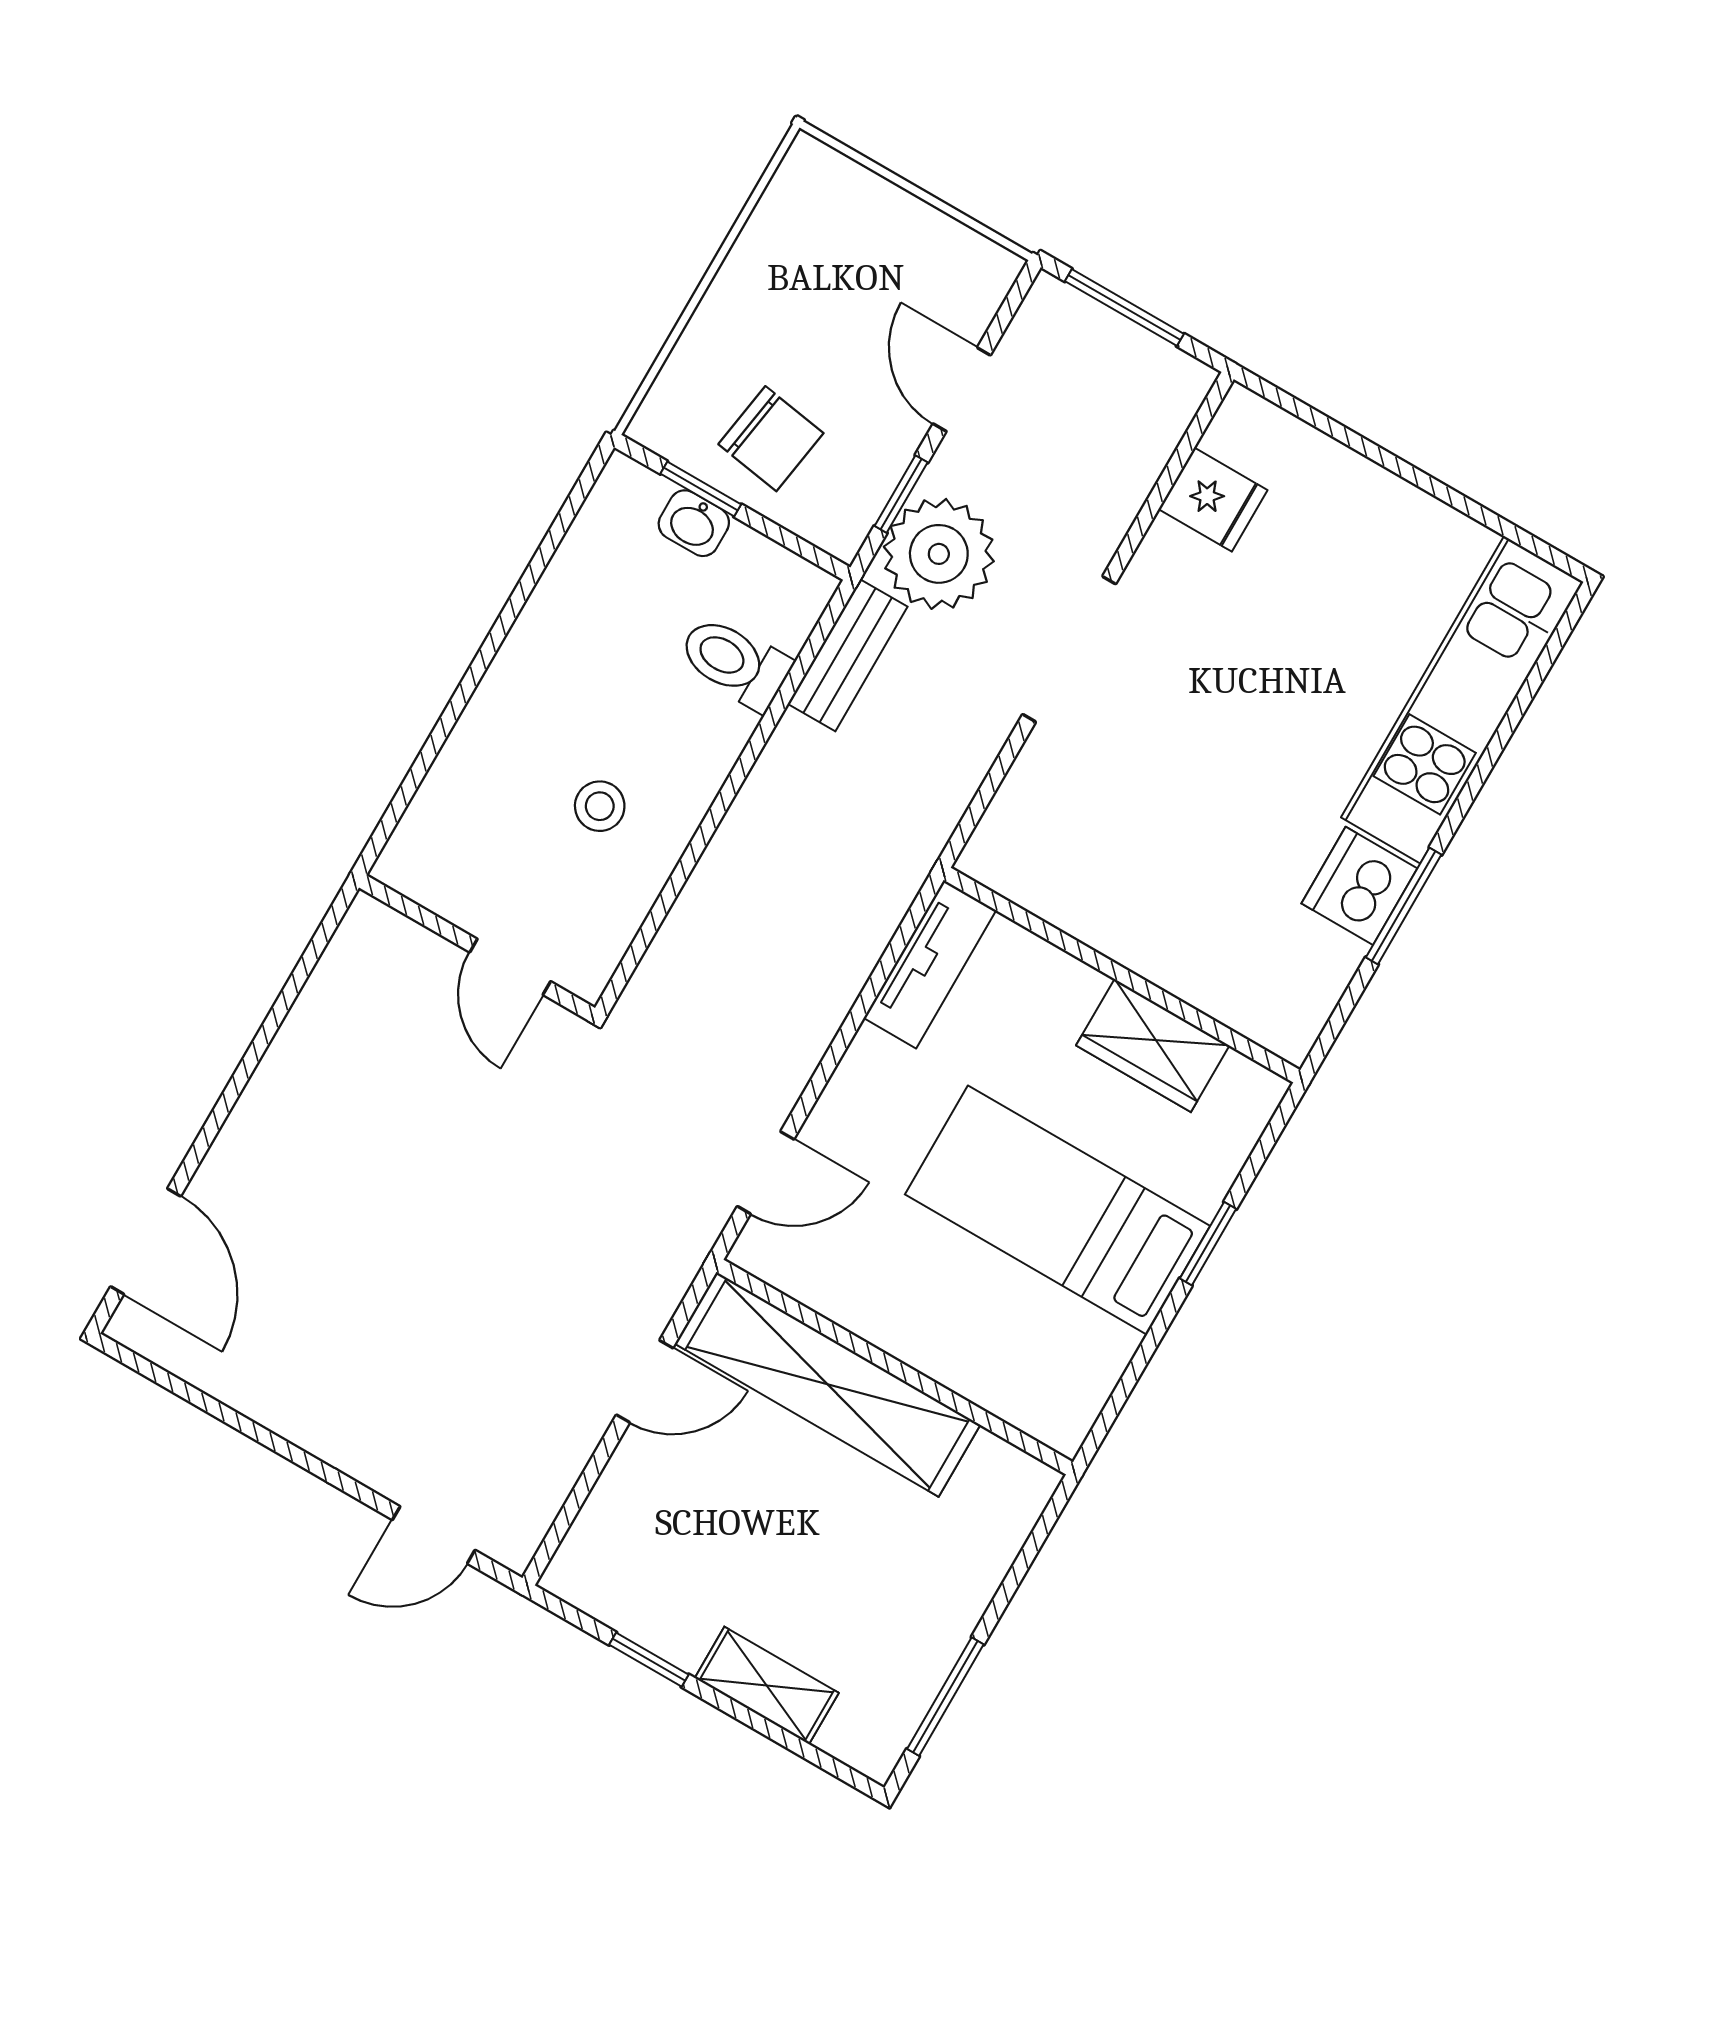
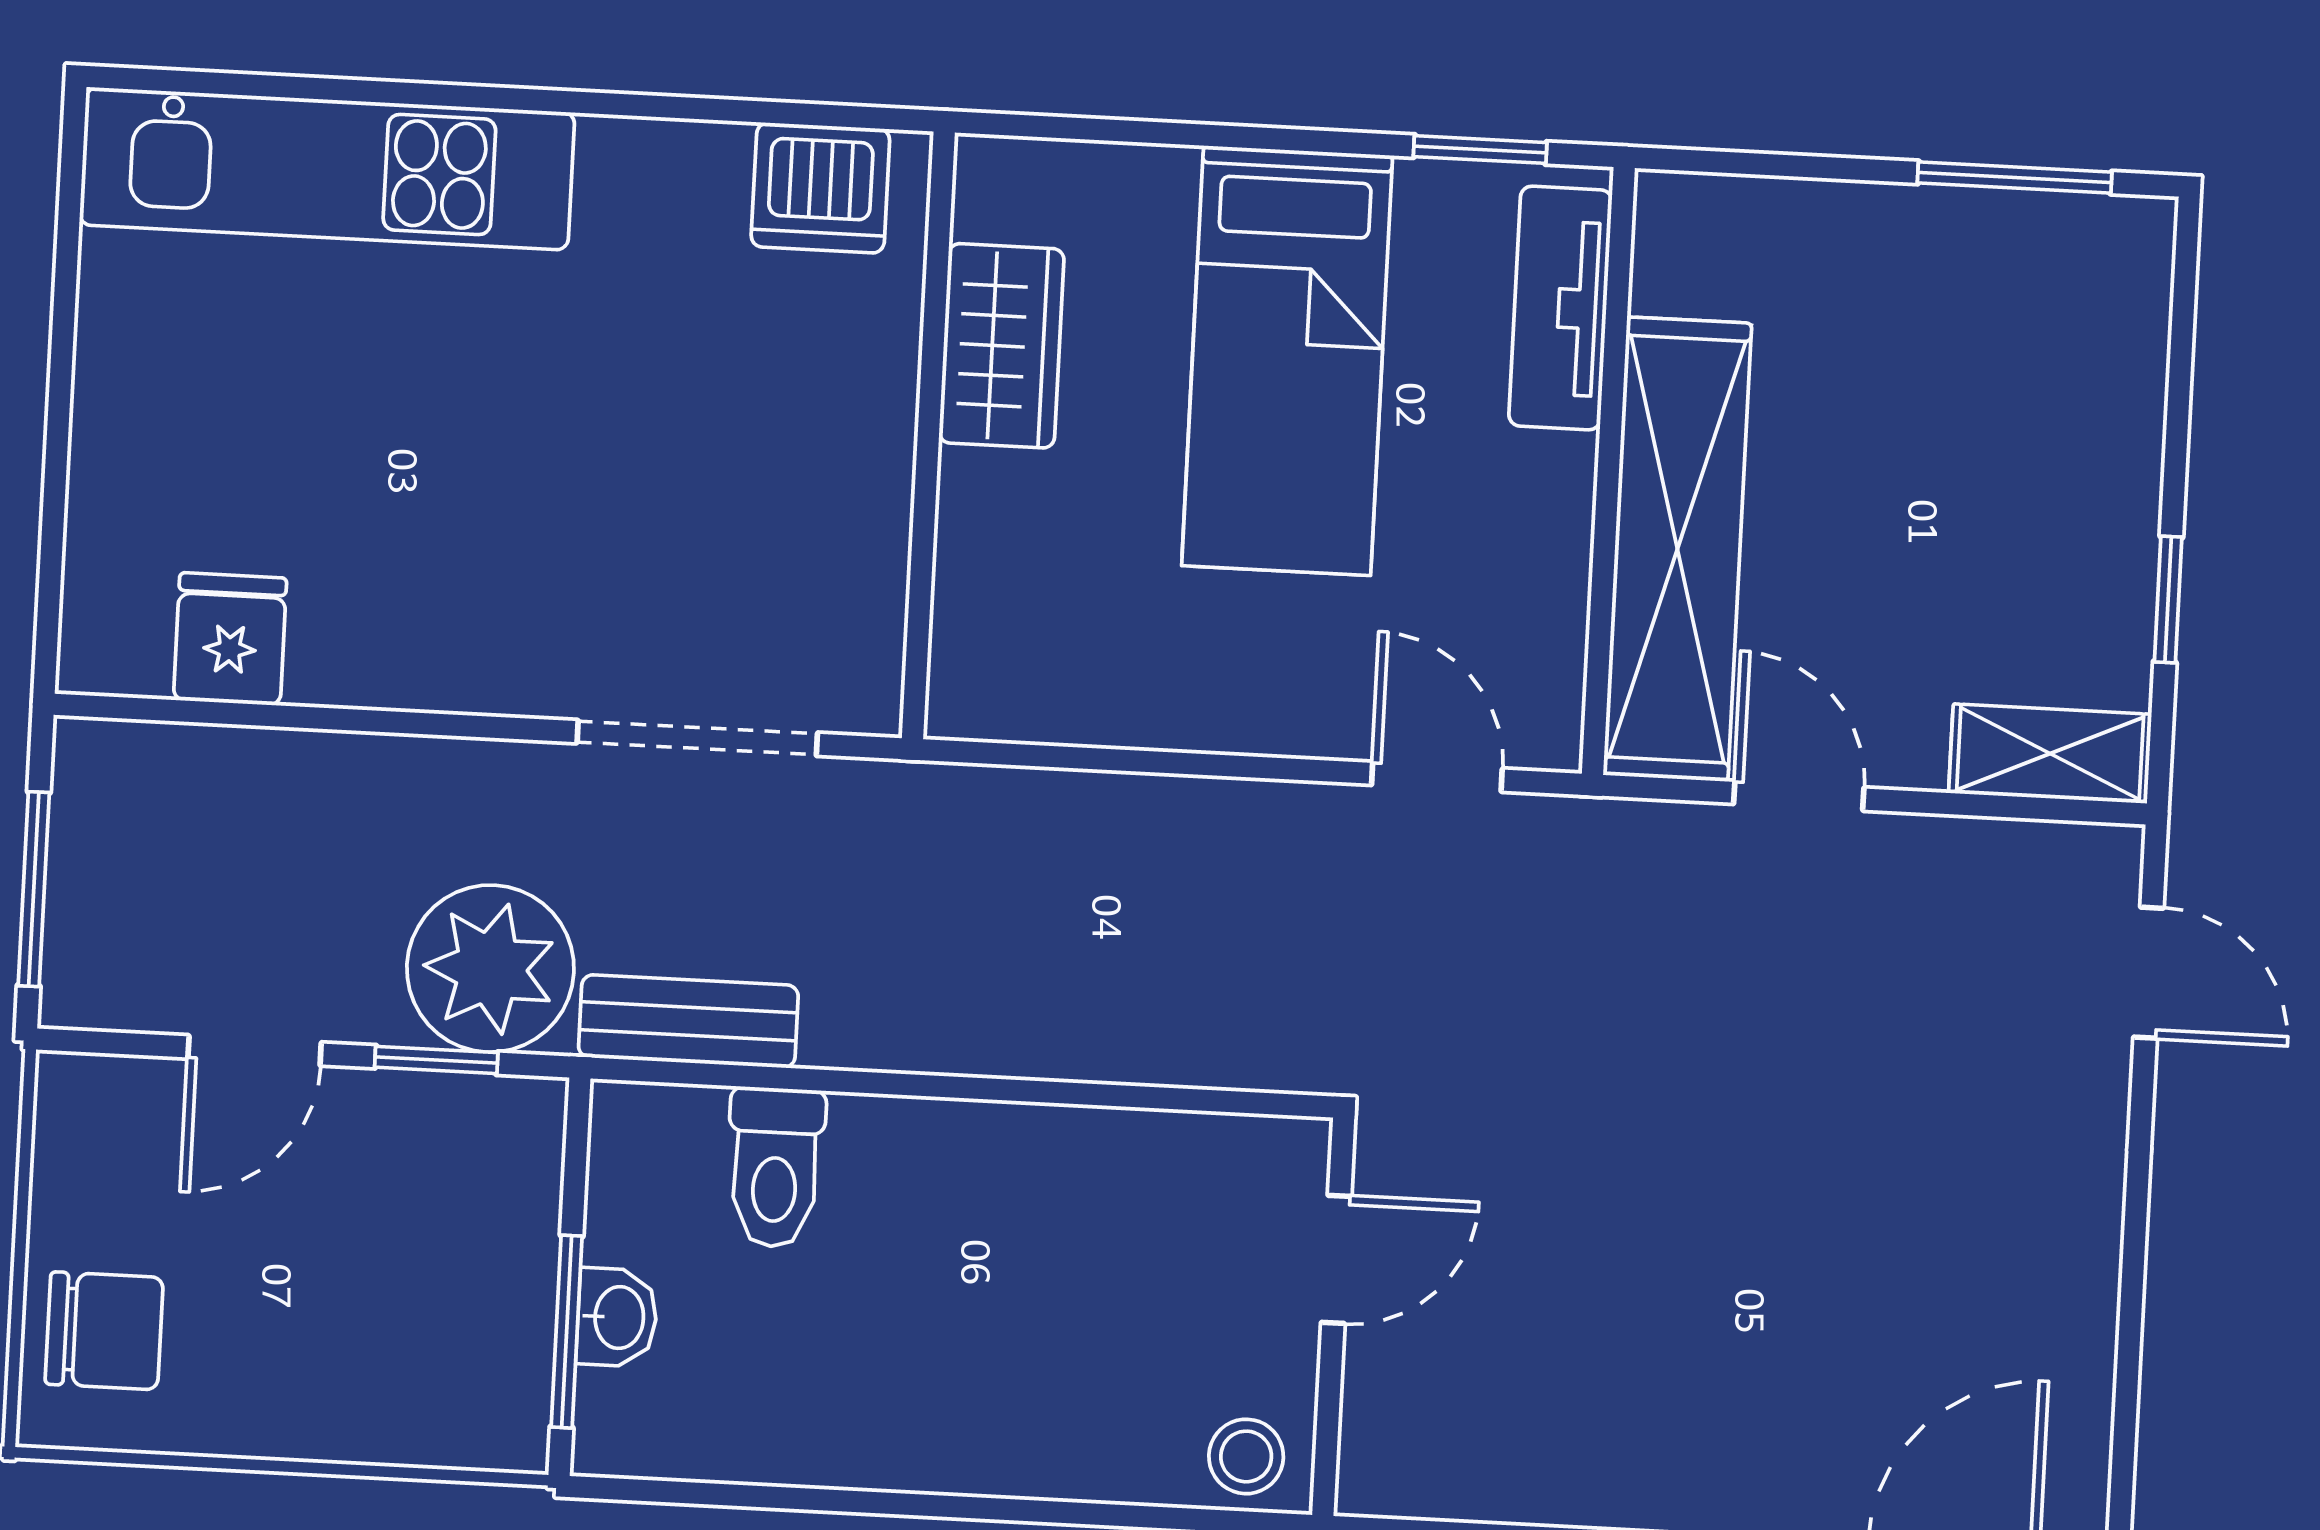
chair: (771, 439) -> (104, 1331), moved, turned 81
window: (701, 489) -> (567, 1332), width x1.50
doorway: (1069, 649) -> (697, 738), moved
stool: (600, 806) -> (1246, 1456), moved
dishwasher: (1359, 886) -> (820, 188), moved
window: (1404, 906) -> (643, 106), removed
tv unit: (930, 964) -> (1560, 308), moved, turned -90
window: (1208, 1244) -> (1480, 150), moved
shelving: (767, 1685) -> (2050, 754), moved, turned 90

